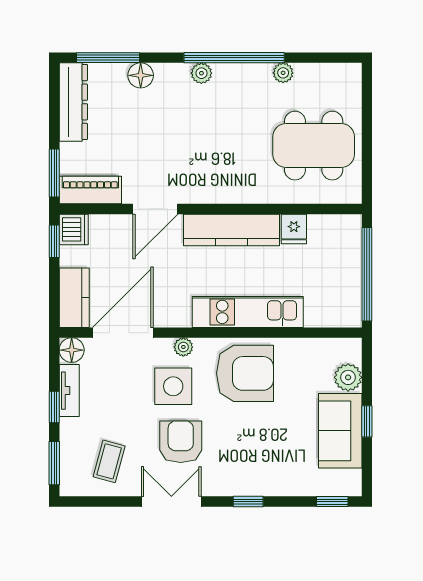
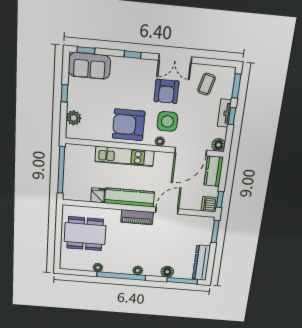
piano: (90, 190) -> (137, 217), moved
tv unit: (69, 391) -> (224, 113), moved
sofa: (340, 431) -> (89, 66), moved, turned 90

